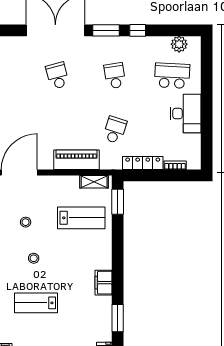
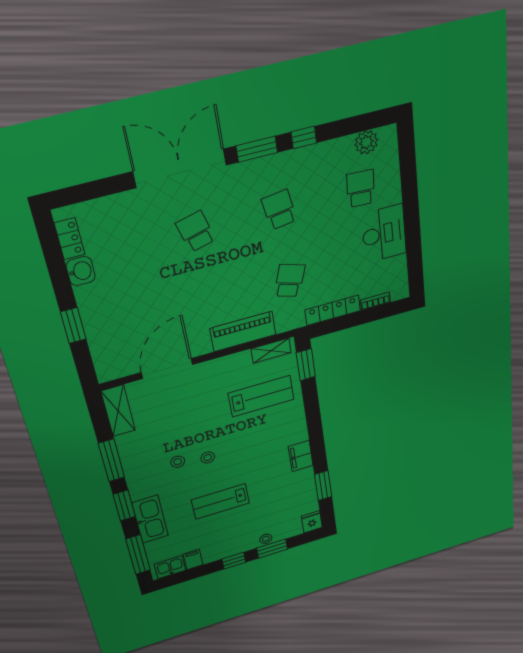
school desk: (172, 76) -> (361, 189), width x0.54
stool: (26, 222) -> (178, 462), moved

